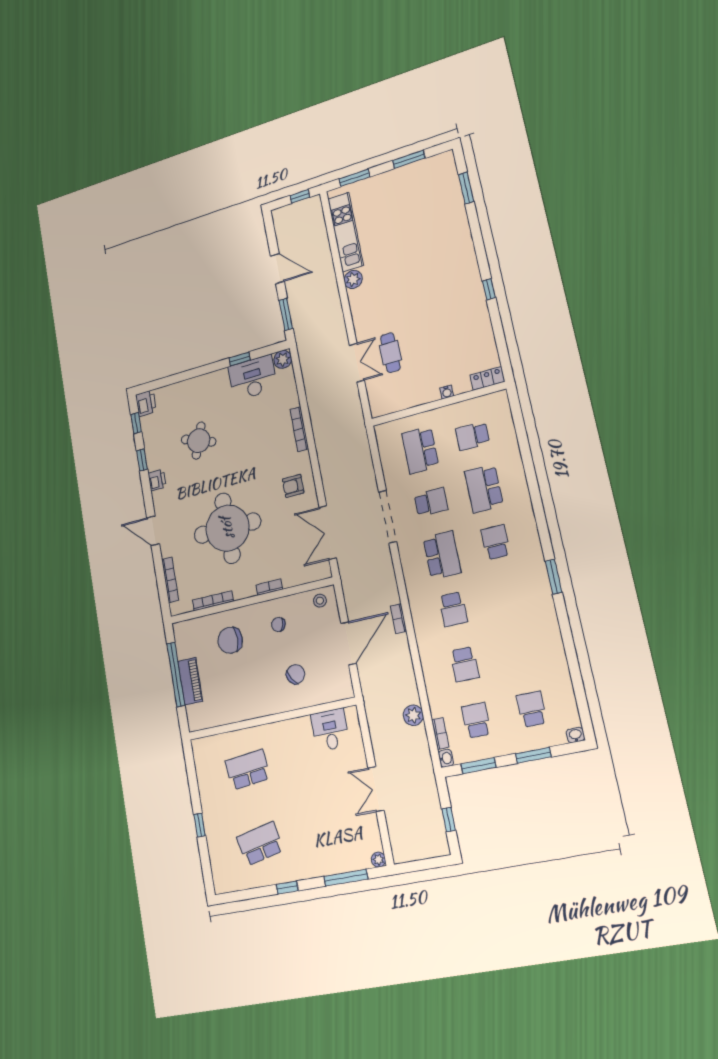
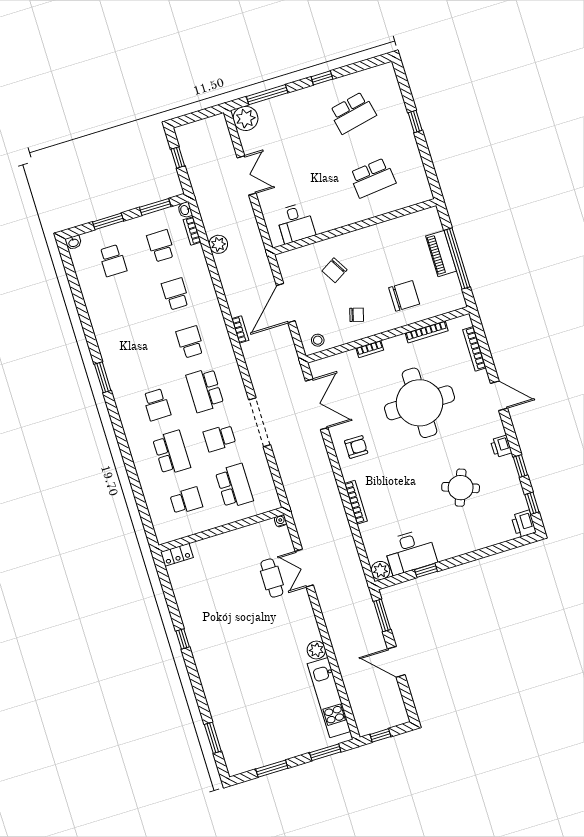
water cooler: (447, 392) -> (281, 521), moved
school desk: (476, 720) -> (161, 246), turned 180
plant: (378, 860) -> (246, 118), width x1.87, depth x1.87

